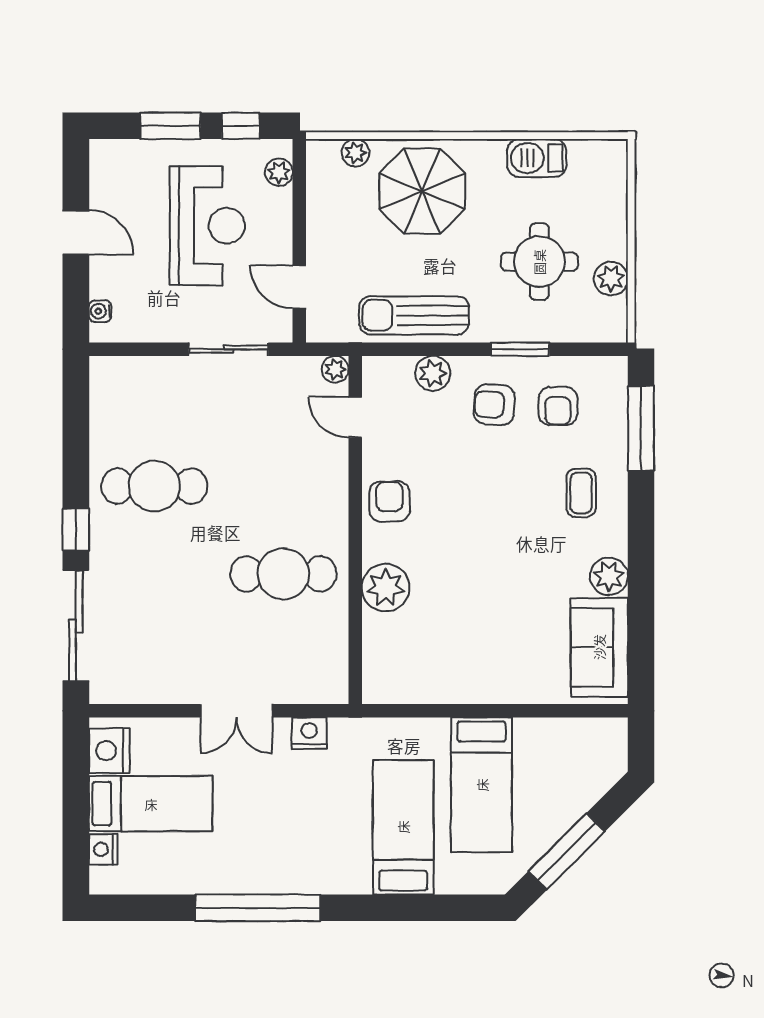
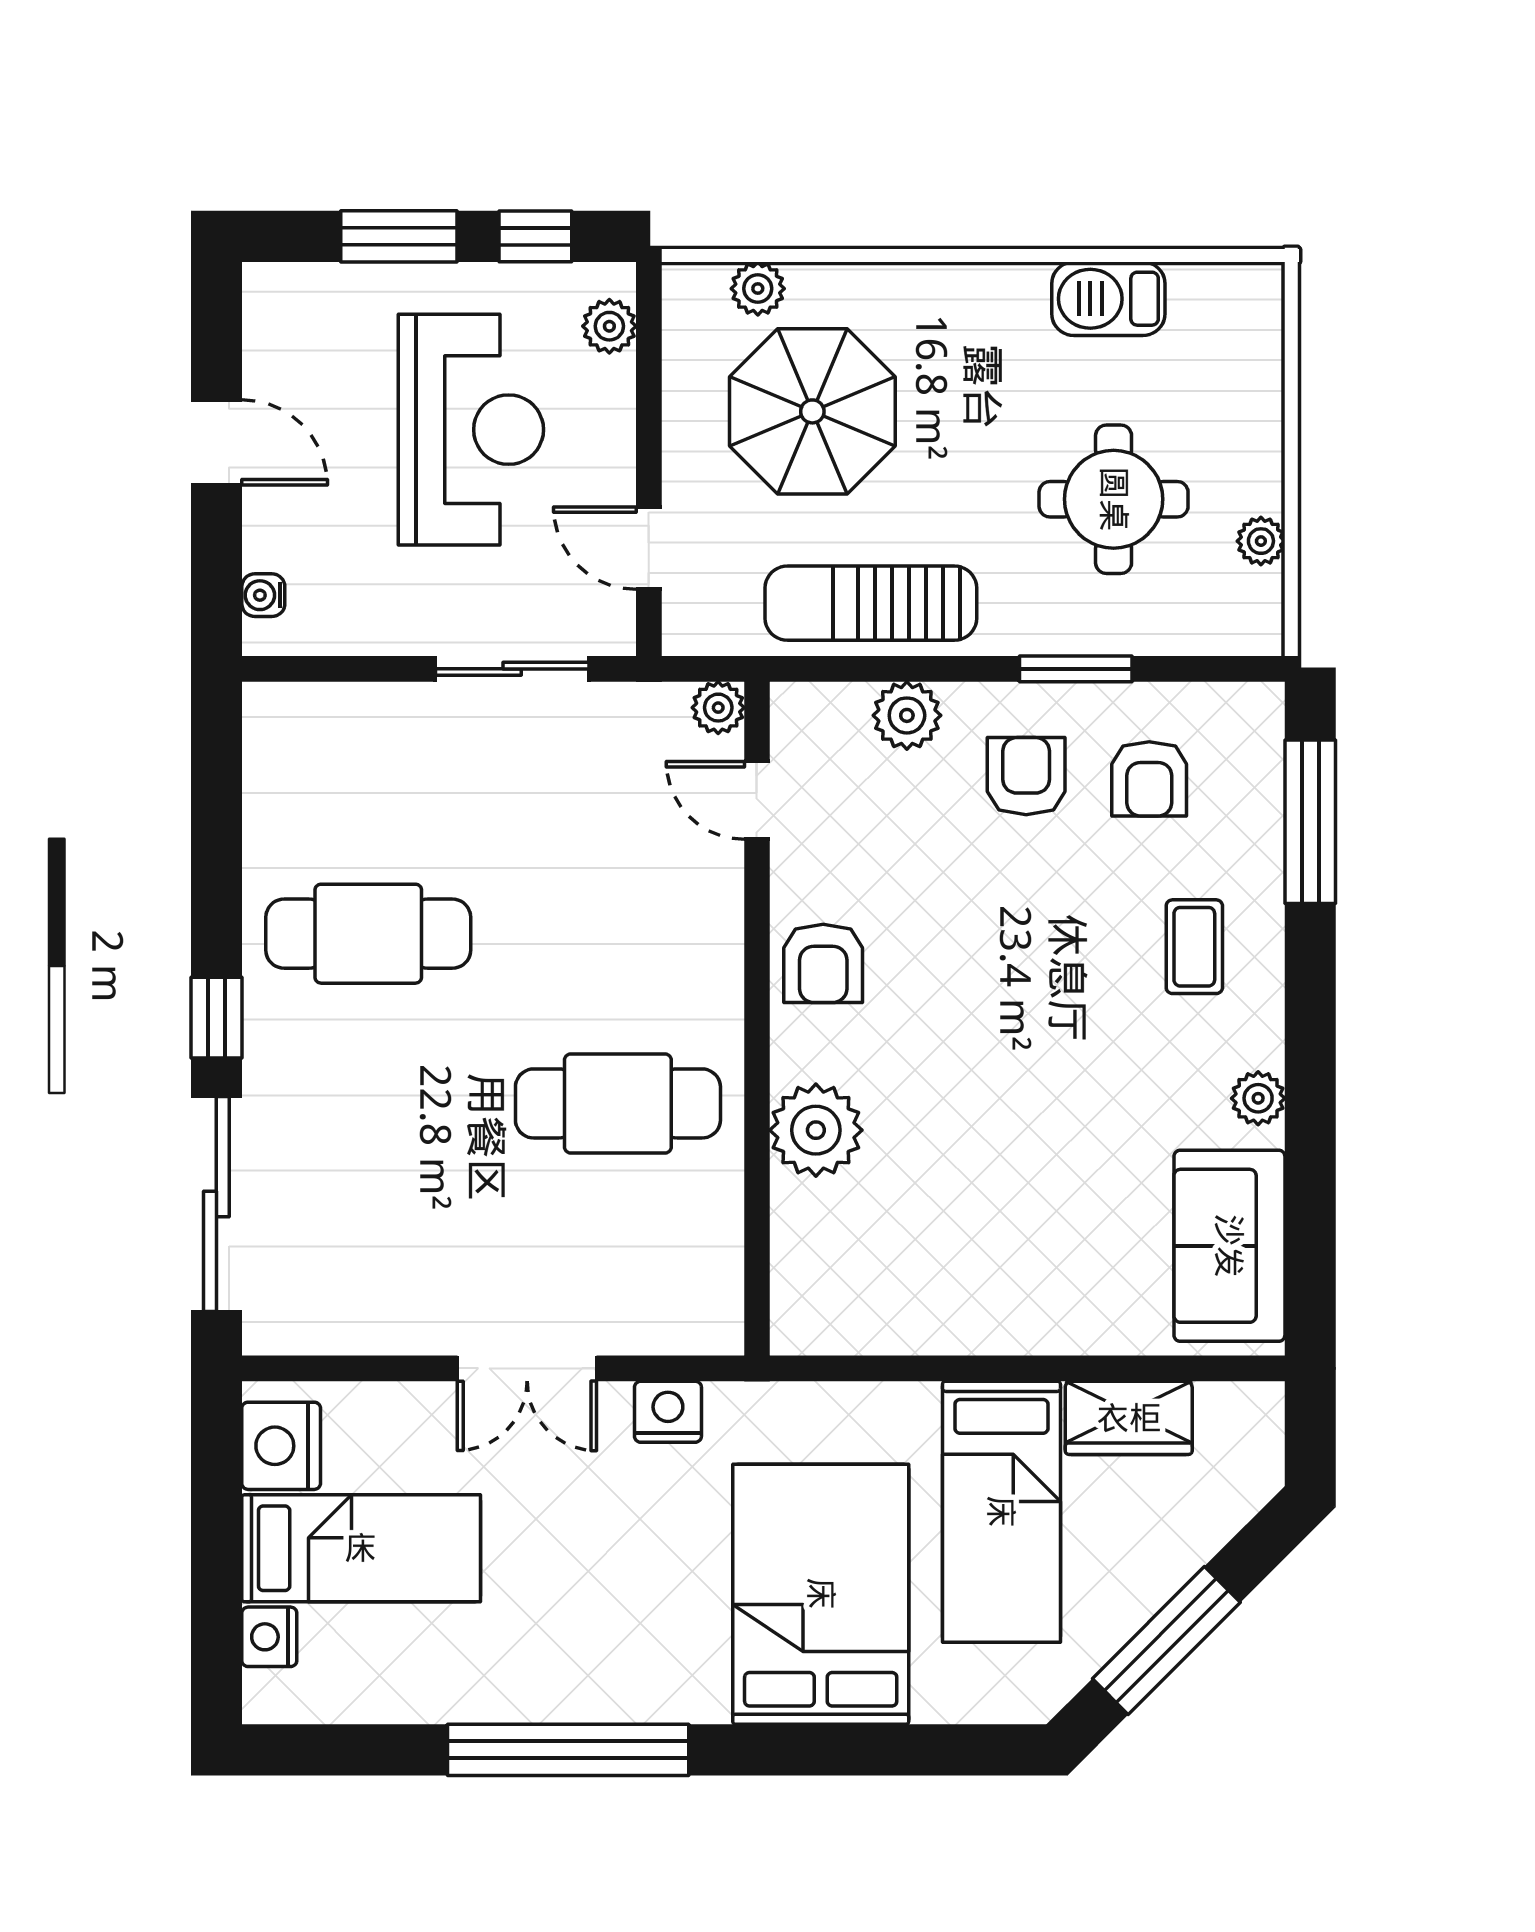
parasol: (422, 191) -> (812, 411), moved
plant: (611, 279) -> (1261, 541), width x0.73, depth x0.73
armchair: (494, 405) -> (1026, 776), turned 86
armchair: (389, 501) -> (823, 963), turned 180
plant: (609, 576) -> (1258, 1098), width x0.73, depth x0.73
wardrobe: (547, 736) -> (1129, 1418), added
bed: (403, 827) -> (821, 1594), width x1.50

